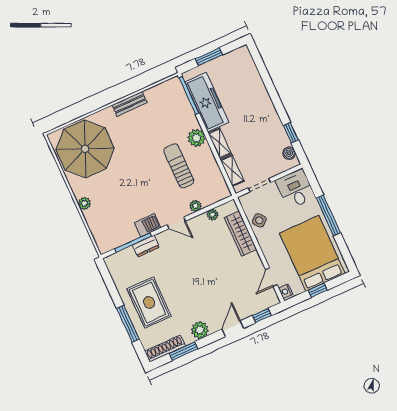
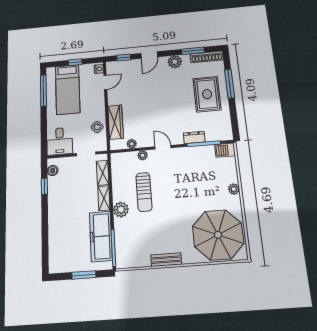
window: (328, 216) -> (43, 90), moved
barbecue: (148, 225) -> (225, 150), moved
bed: (312, 253) -> (68, 89), width x0.67

